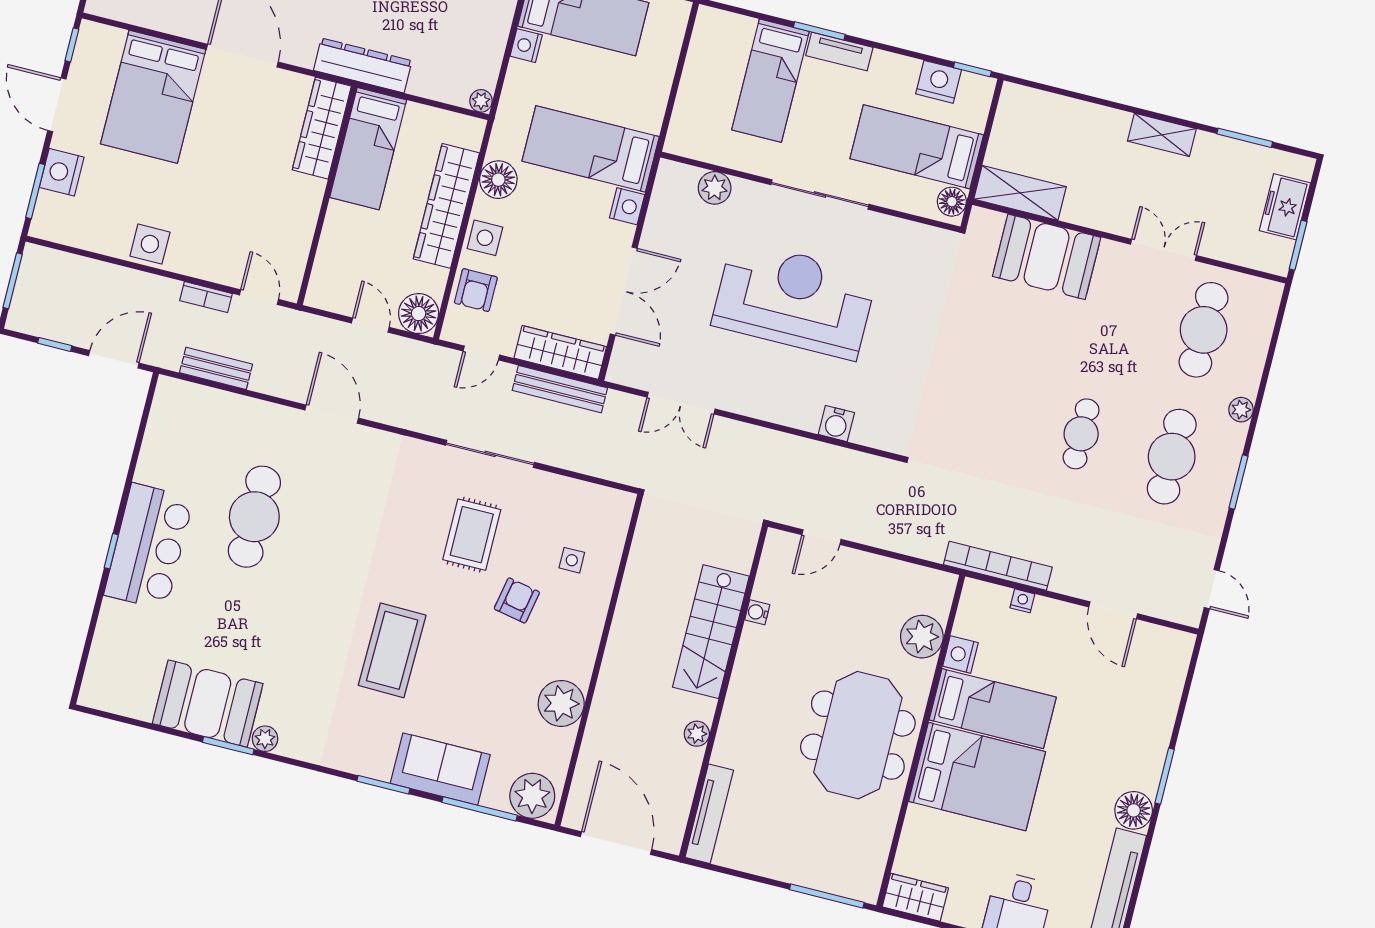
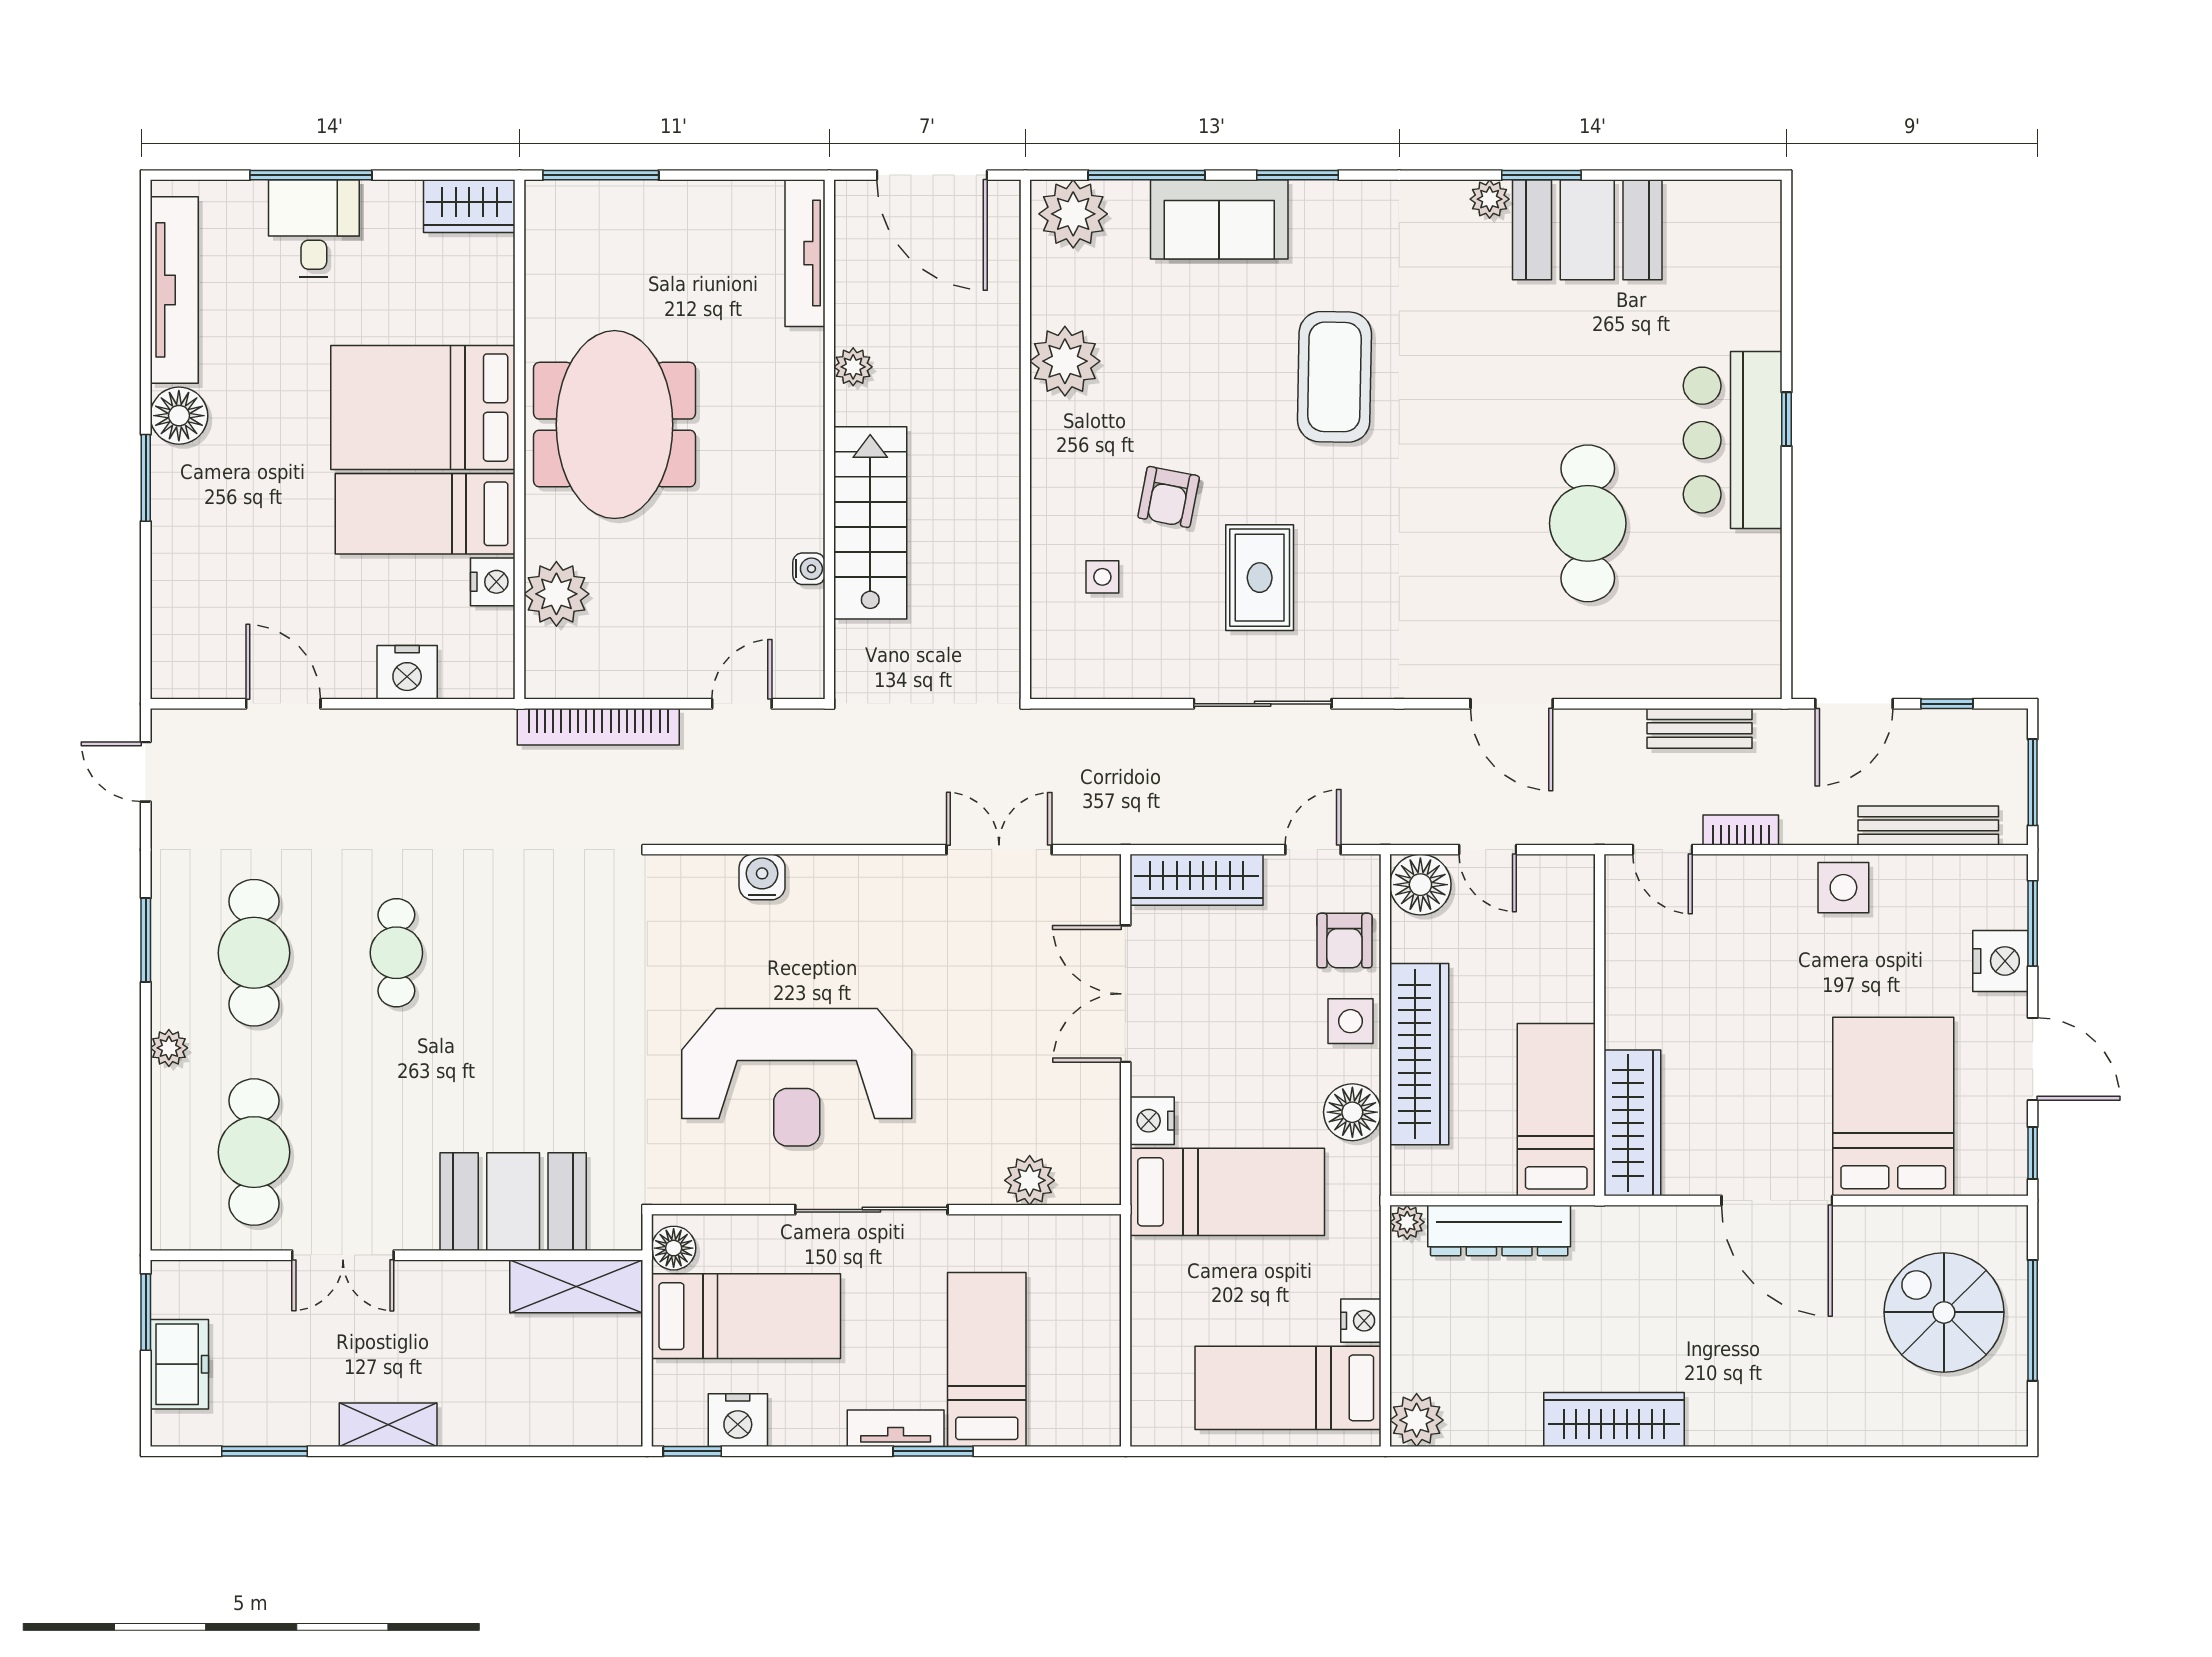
dresser: (363, 65) -> (1499, 1231), moved
armchair: (476, 290) -> (1344, 941), turned 180
reception desk: (794, 300) -> (797, 1077), moved
bench: (560, 389) -> (1928, 825), moved
bookcase: (998, 566) -> (598, 727), moved
nightstand: (1022, 601) -> (407, 672), width x1.89, depth x1.79

